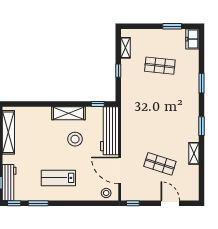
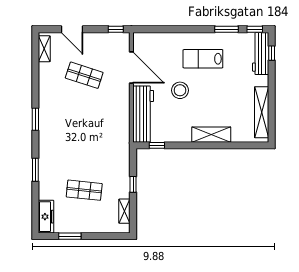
freezer: (192, 39) -> (46, 217), width x1.40
shelving: (68, 113) -> (211, 135), moved
stool: (75, 139) -> (180, 90), moved
shelving: (194, 153) -> (44, 49), moved
lab bench: (58, 178) -> (203, 59), turned 180
stool: (106, 193) -> (147, 41), removed

